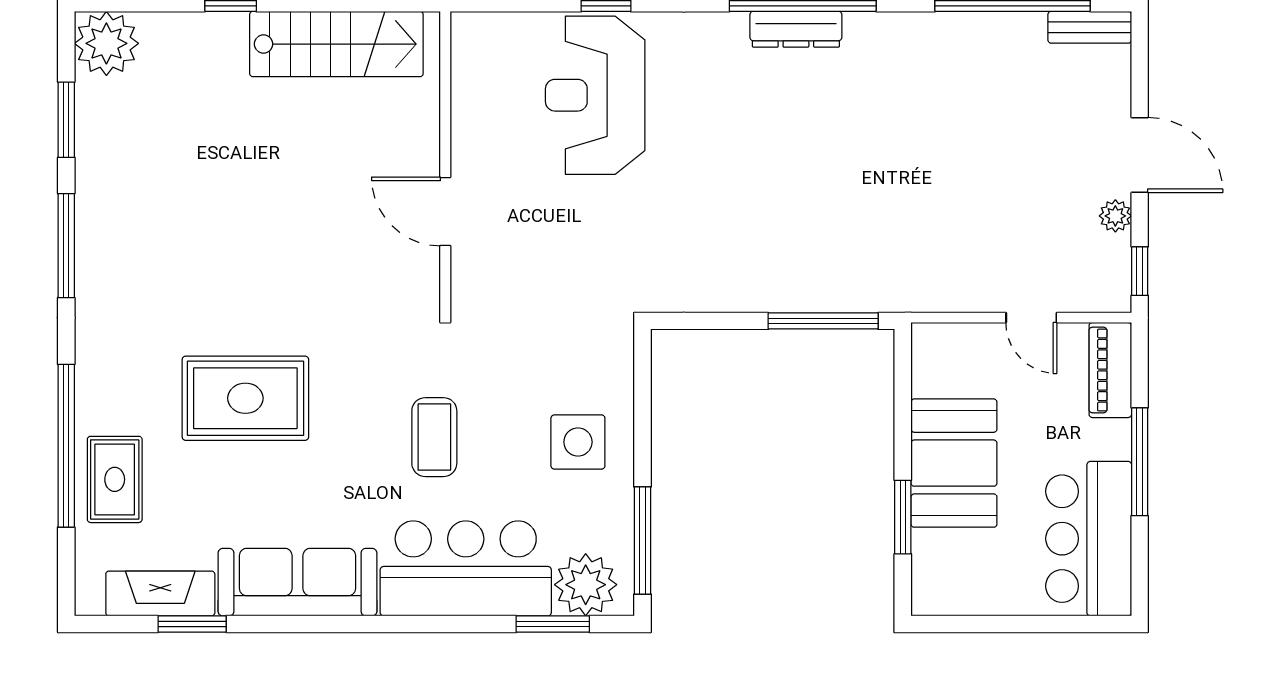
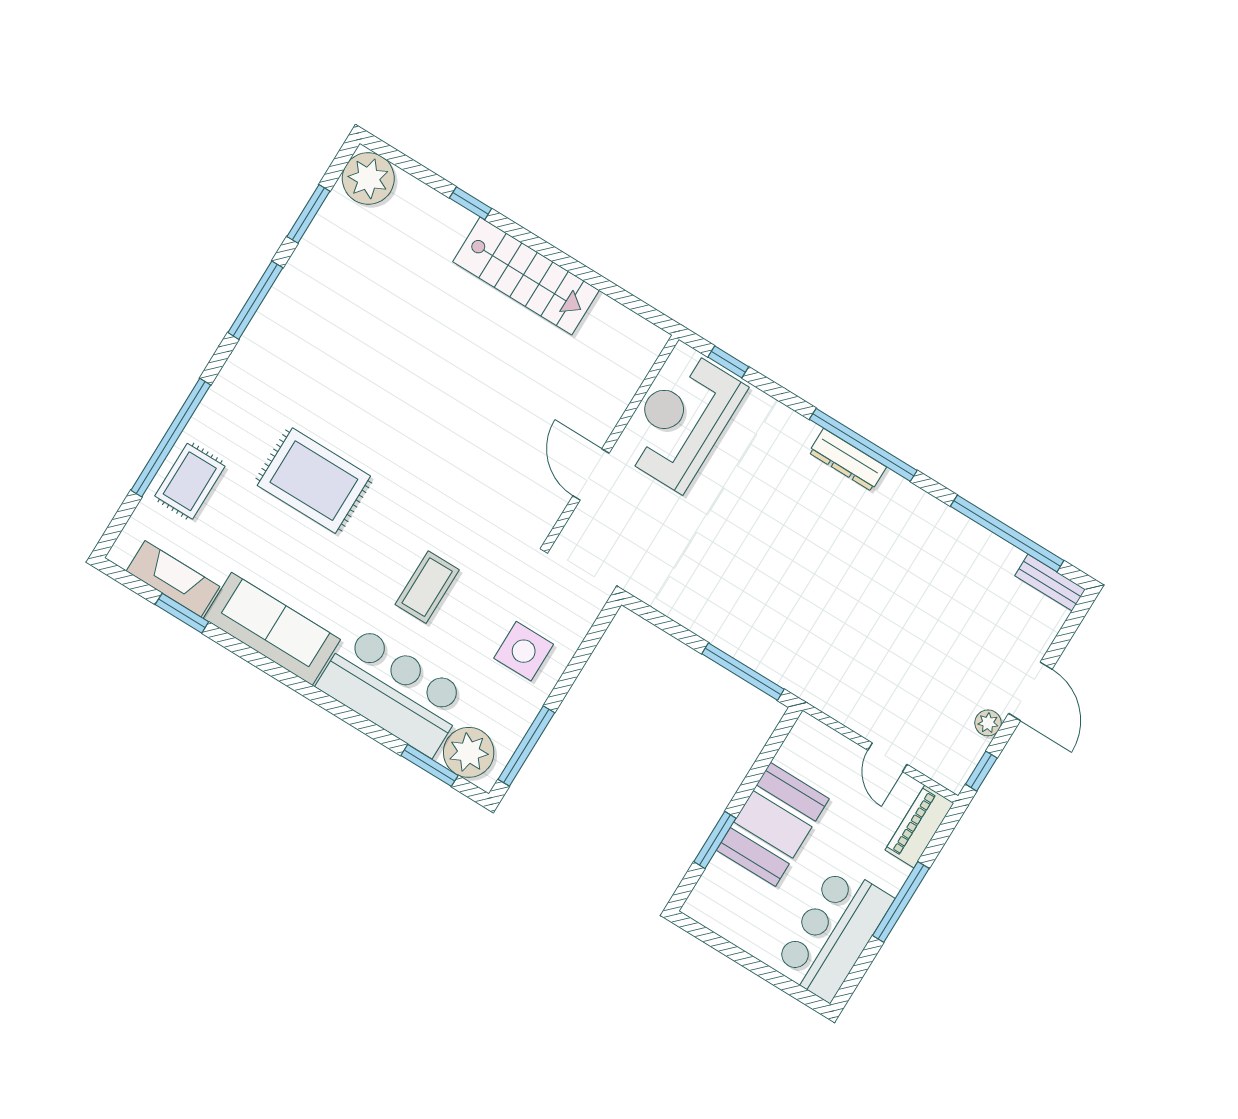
wall: (445, 162) -> (612, 441), moved
door: (445, 211) -> (591, 474), moved

